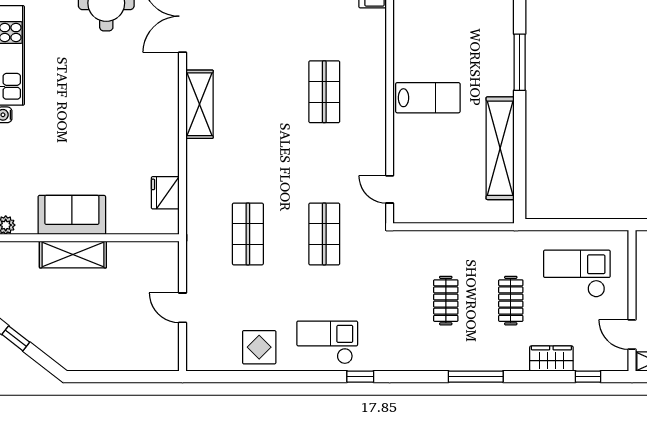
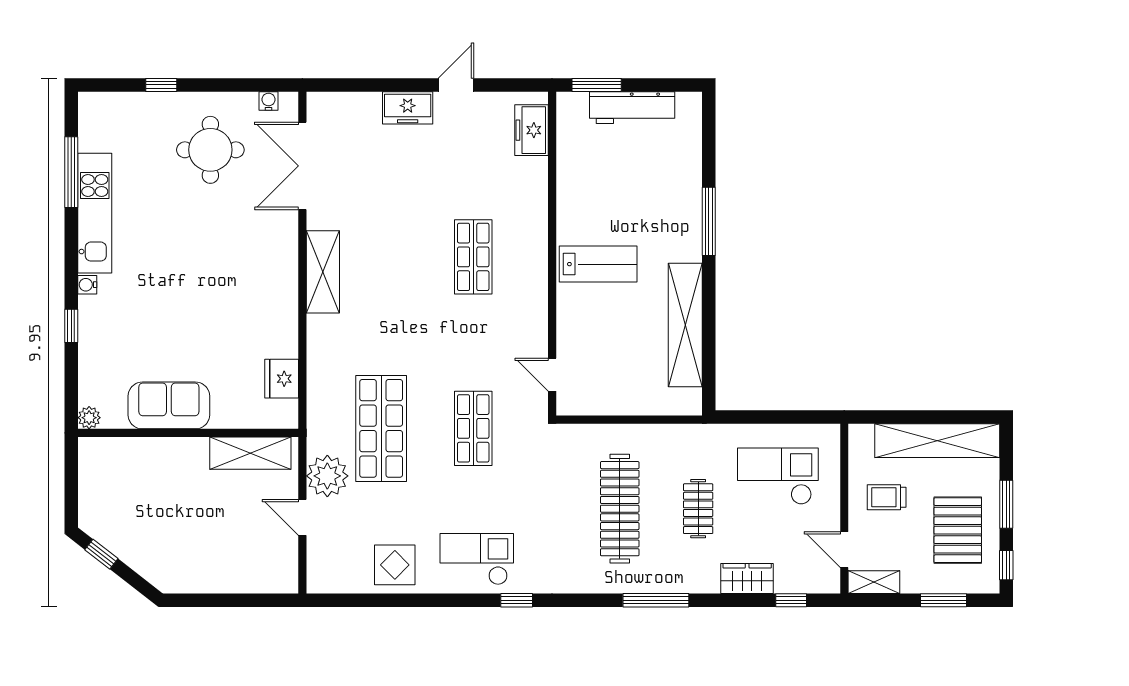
shop shelf: (248, 234) -> (381, 428), width x1.43, depth x1.36
shelving: (73, 255) -> (250, 453), moved
plant: (203, 273) -> (327, 476), added
clothes rail: (446, 301) -> (620, 509), width x1.86, depth x1.31

